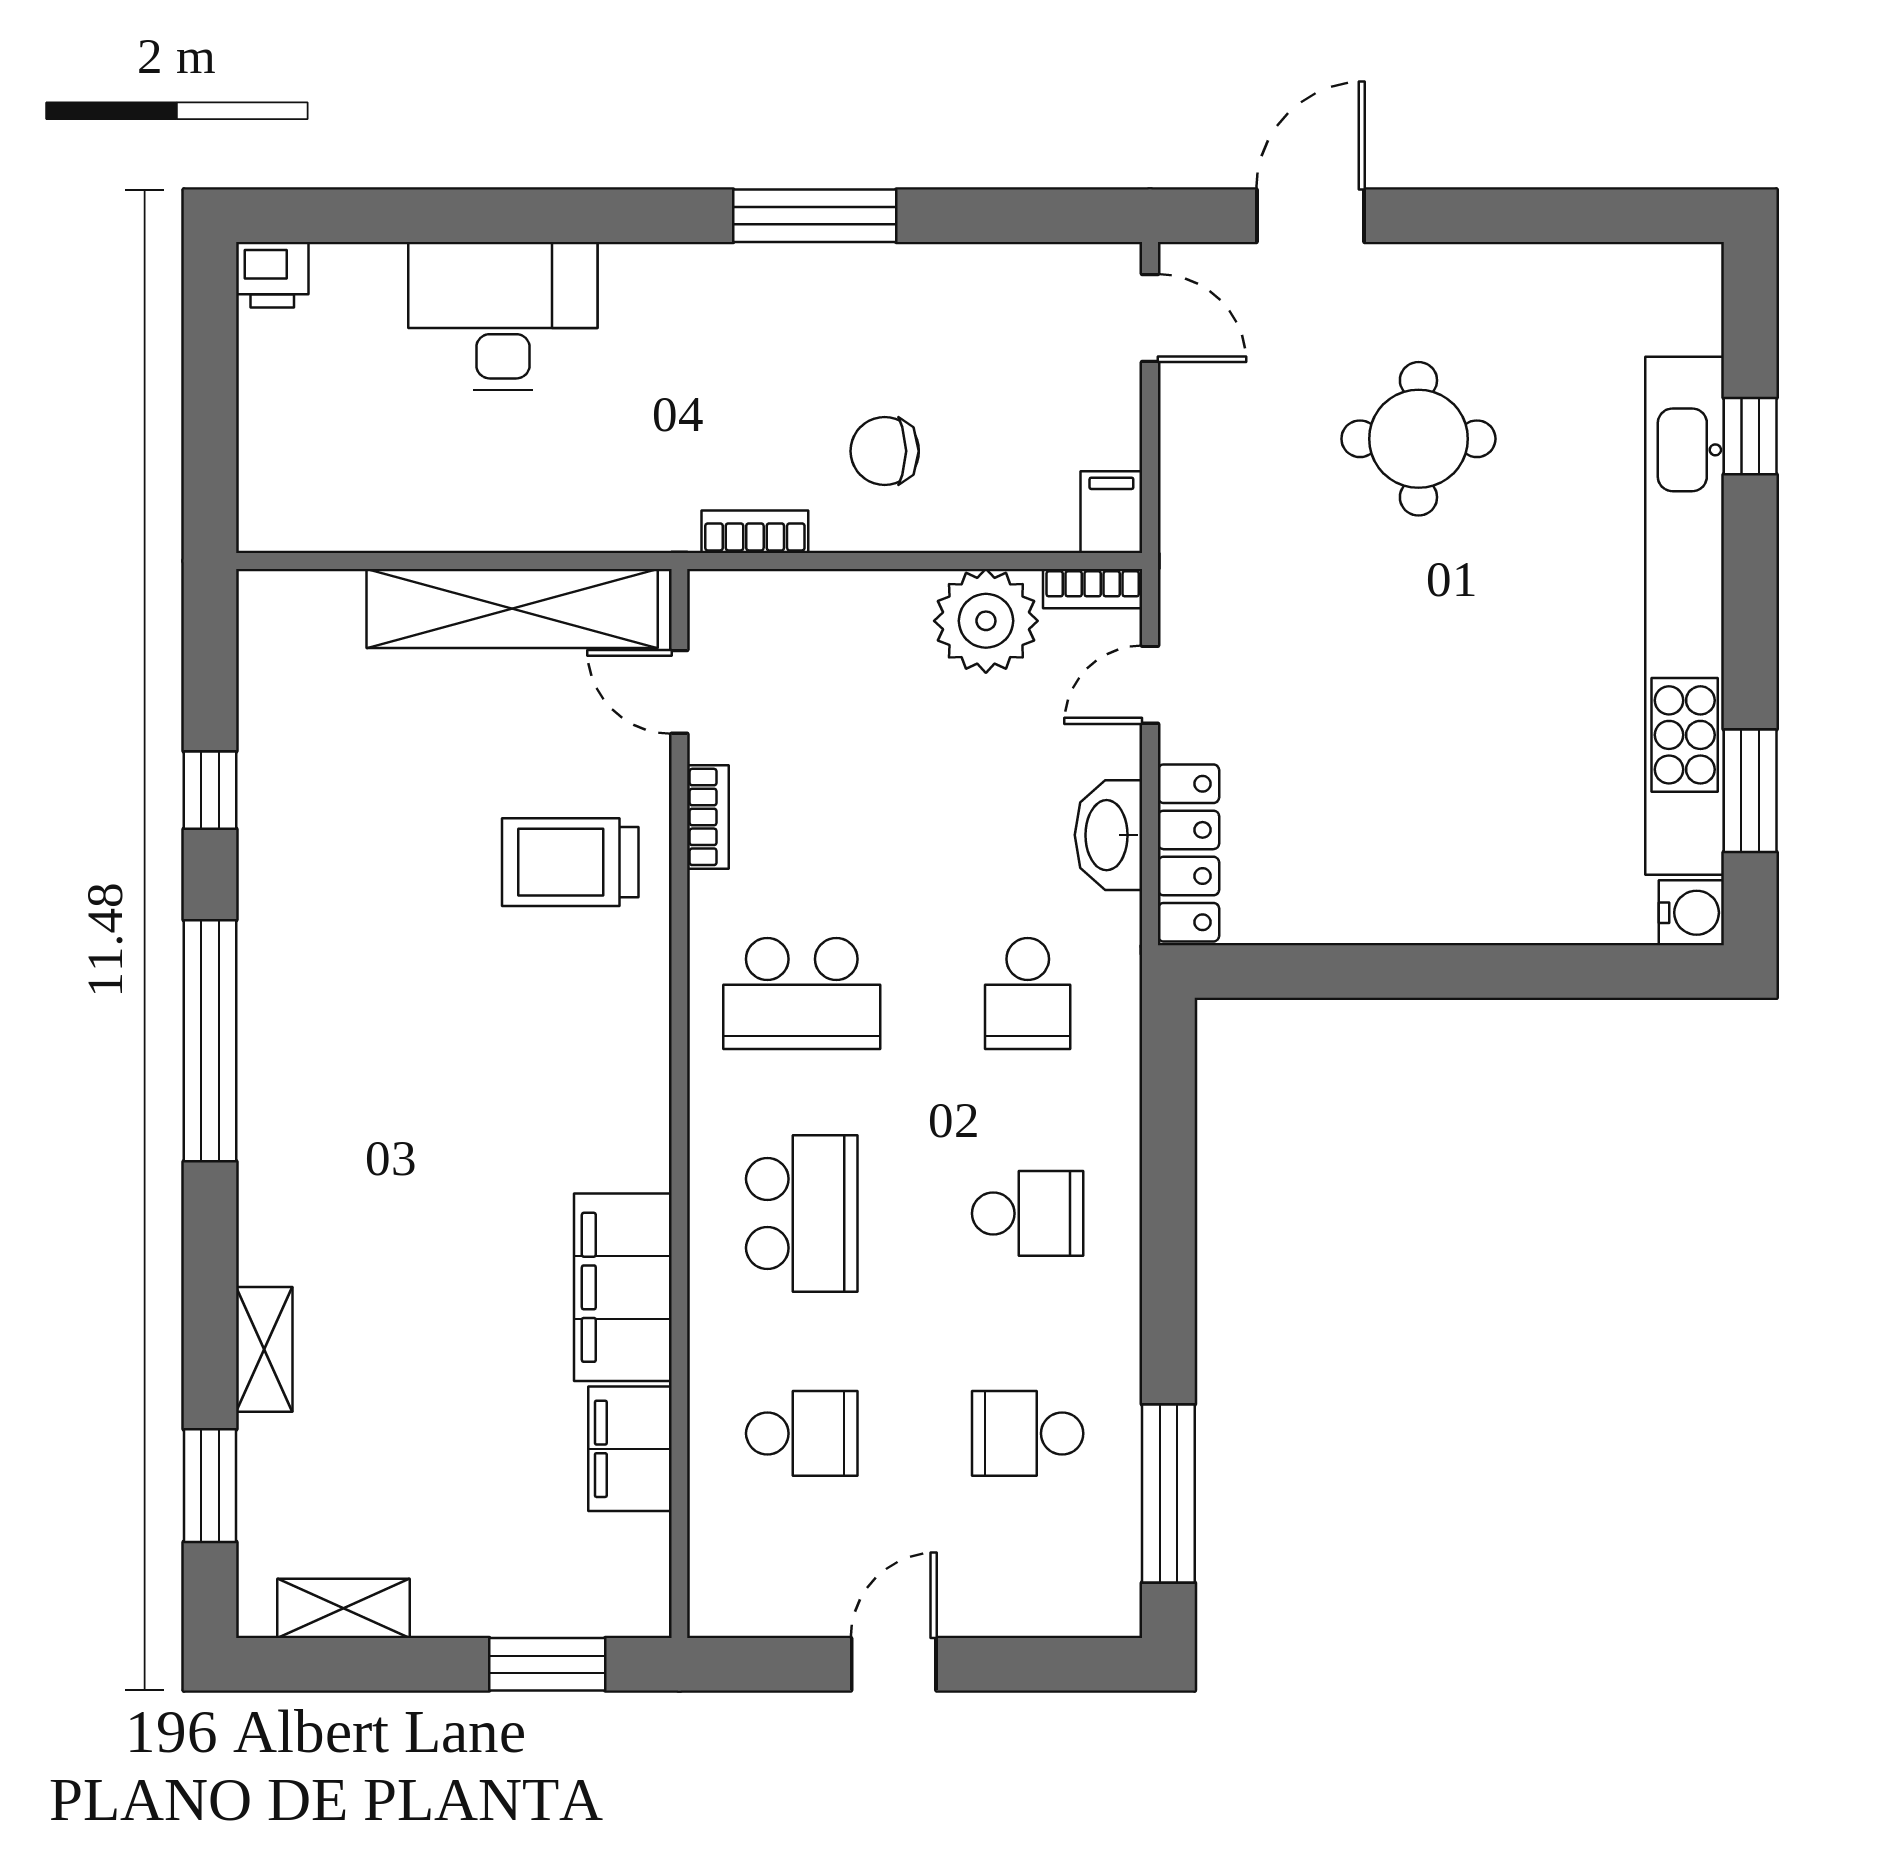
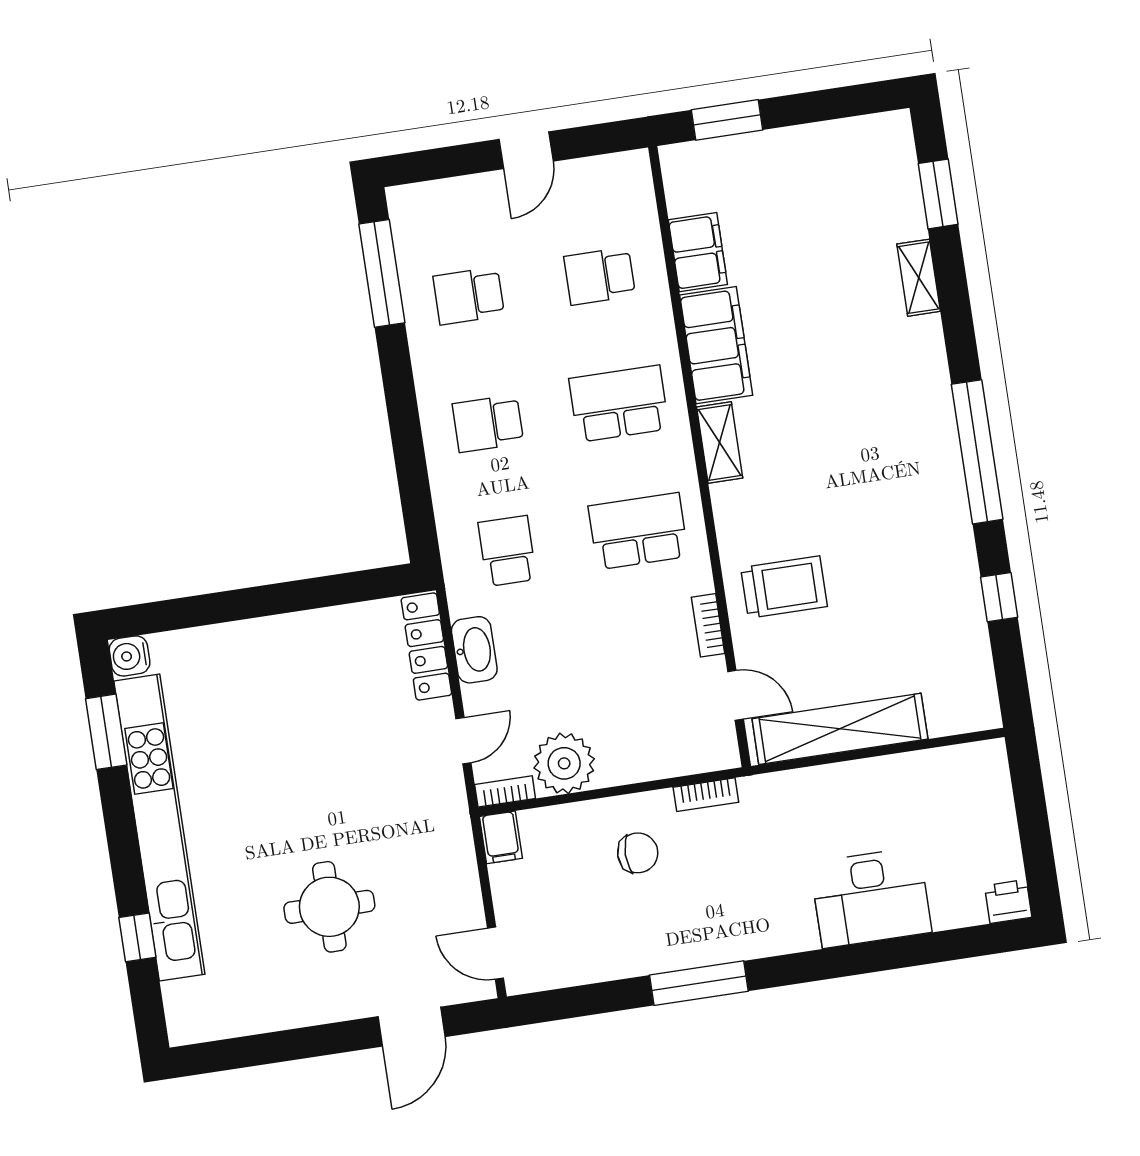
school desk: (802, 1213) -> (619, 404), turned 90
school desk: (1028, 1433) -> (469, 296), turned 180
shelving: (344, 1608) -> (720, 443), moved, turned 90

